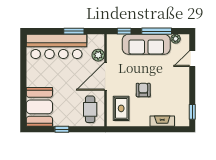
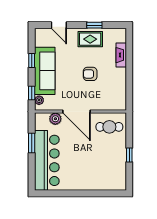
window: (157, 31) -> (32, 61), width x0.46
plant: (176, 39) -> (39, 100), moved
booth: (39, 107) -> (107, 177), removed
rug: (121, 108) -> (90, 39), moved
window: (192, 112) -> (94, 25), moved

